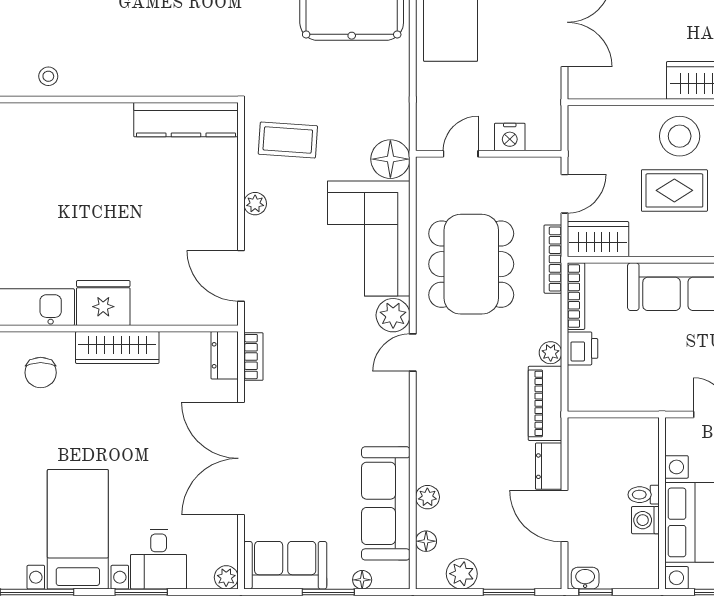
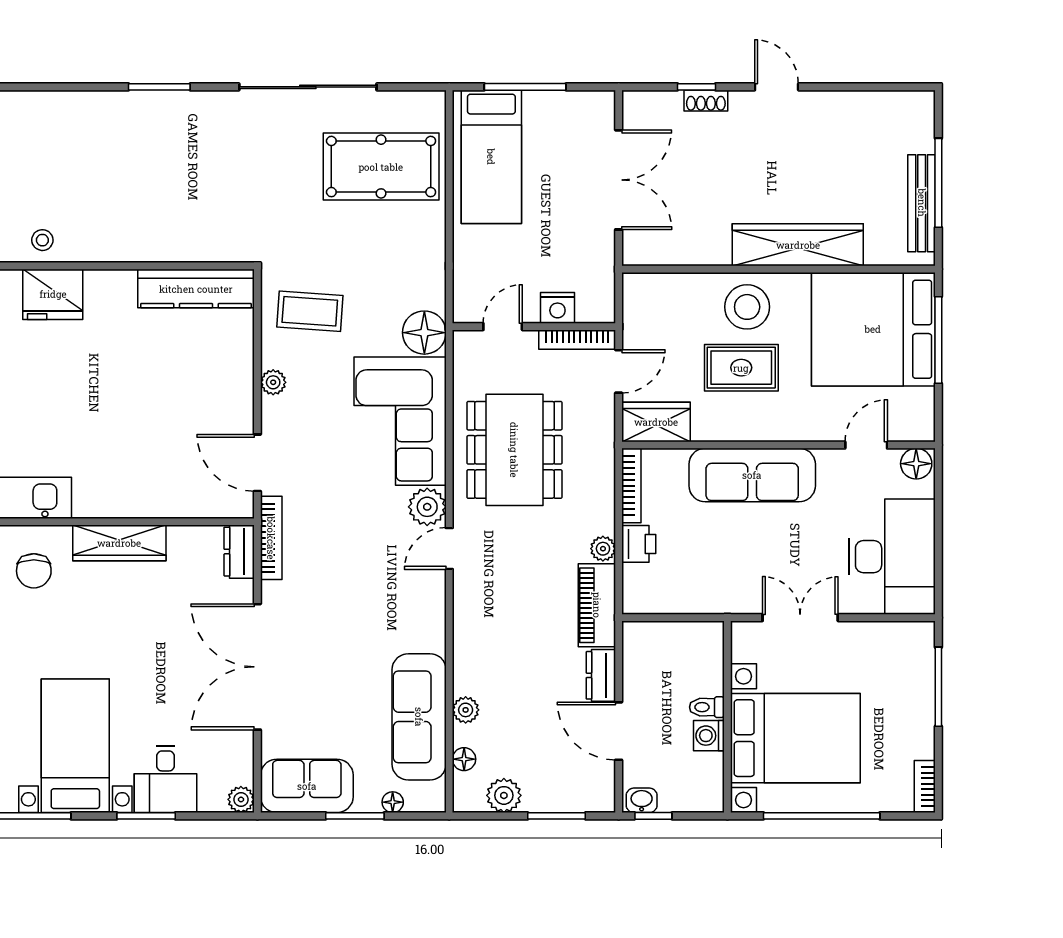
bookcase: (553, 259) -> (577, 340), moved, turned -90
fridge: (103, 303) -> (53, 294), moved, turned 180
bookcase: (253, 357) -> (271, 538), width x1.56

